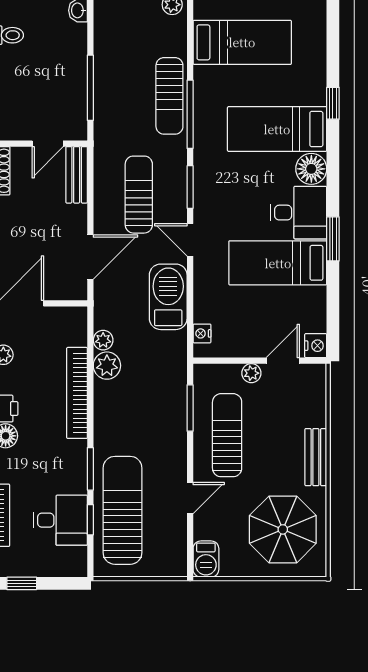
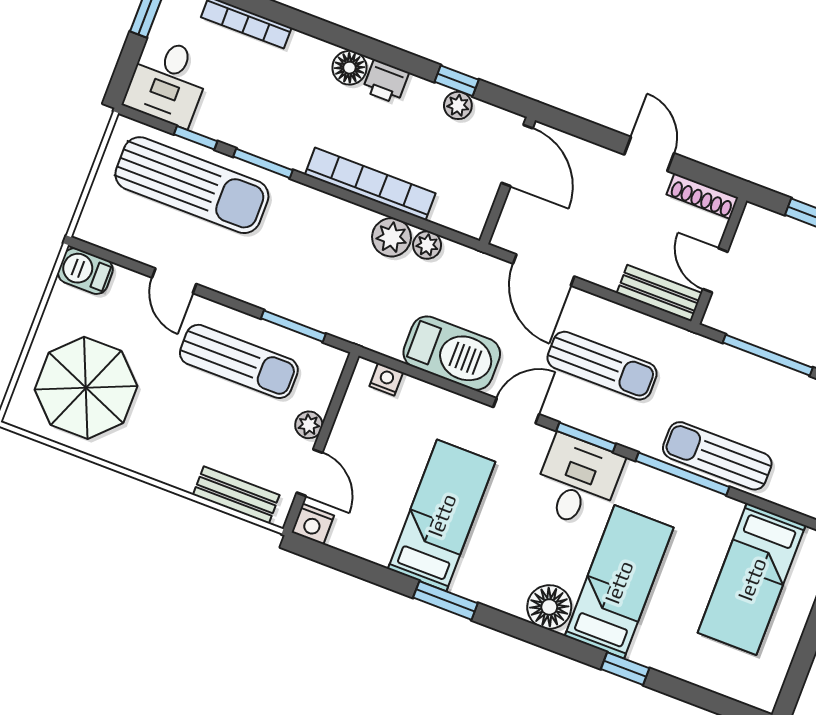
desk: (298, 213) -> (578, 481), moved, turned 180
bench: (316, 457) -> (236, 495), moved
desk: (60, 520) -> (168, 82), moved

